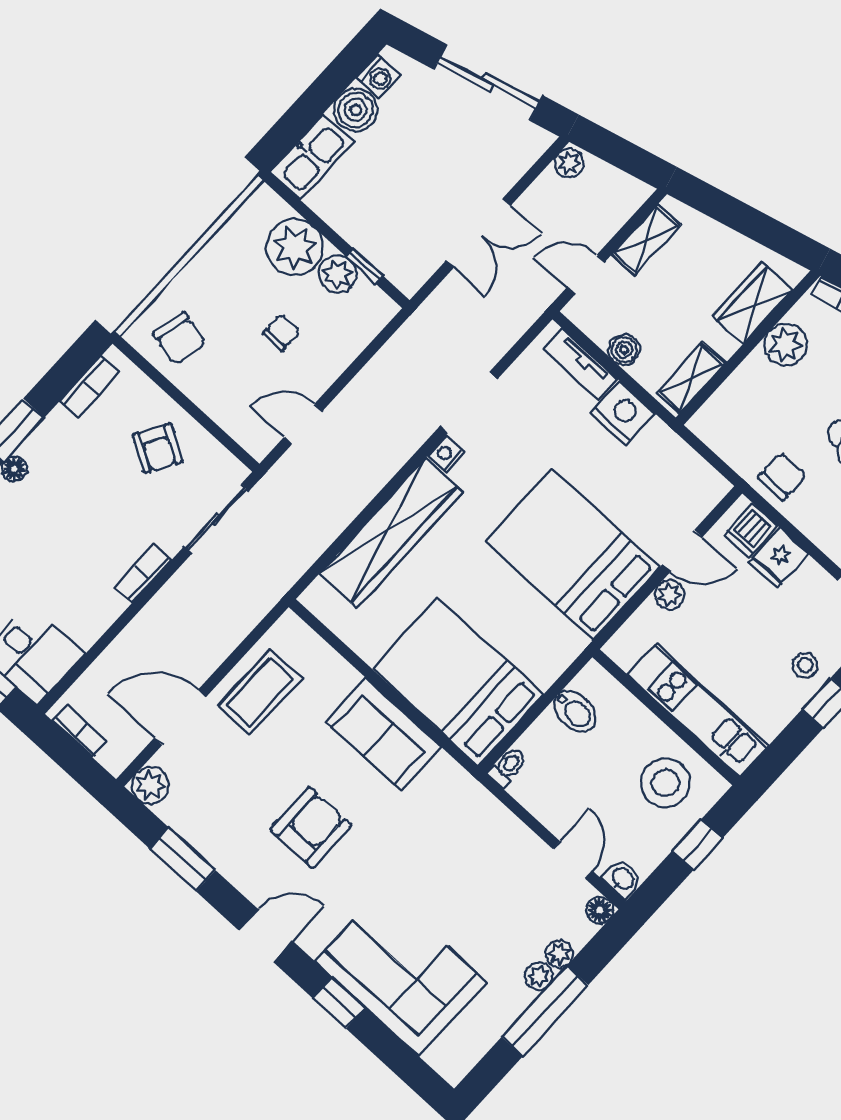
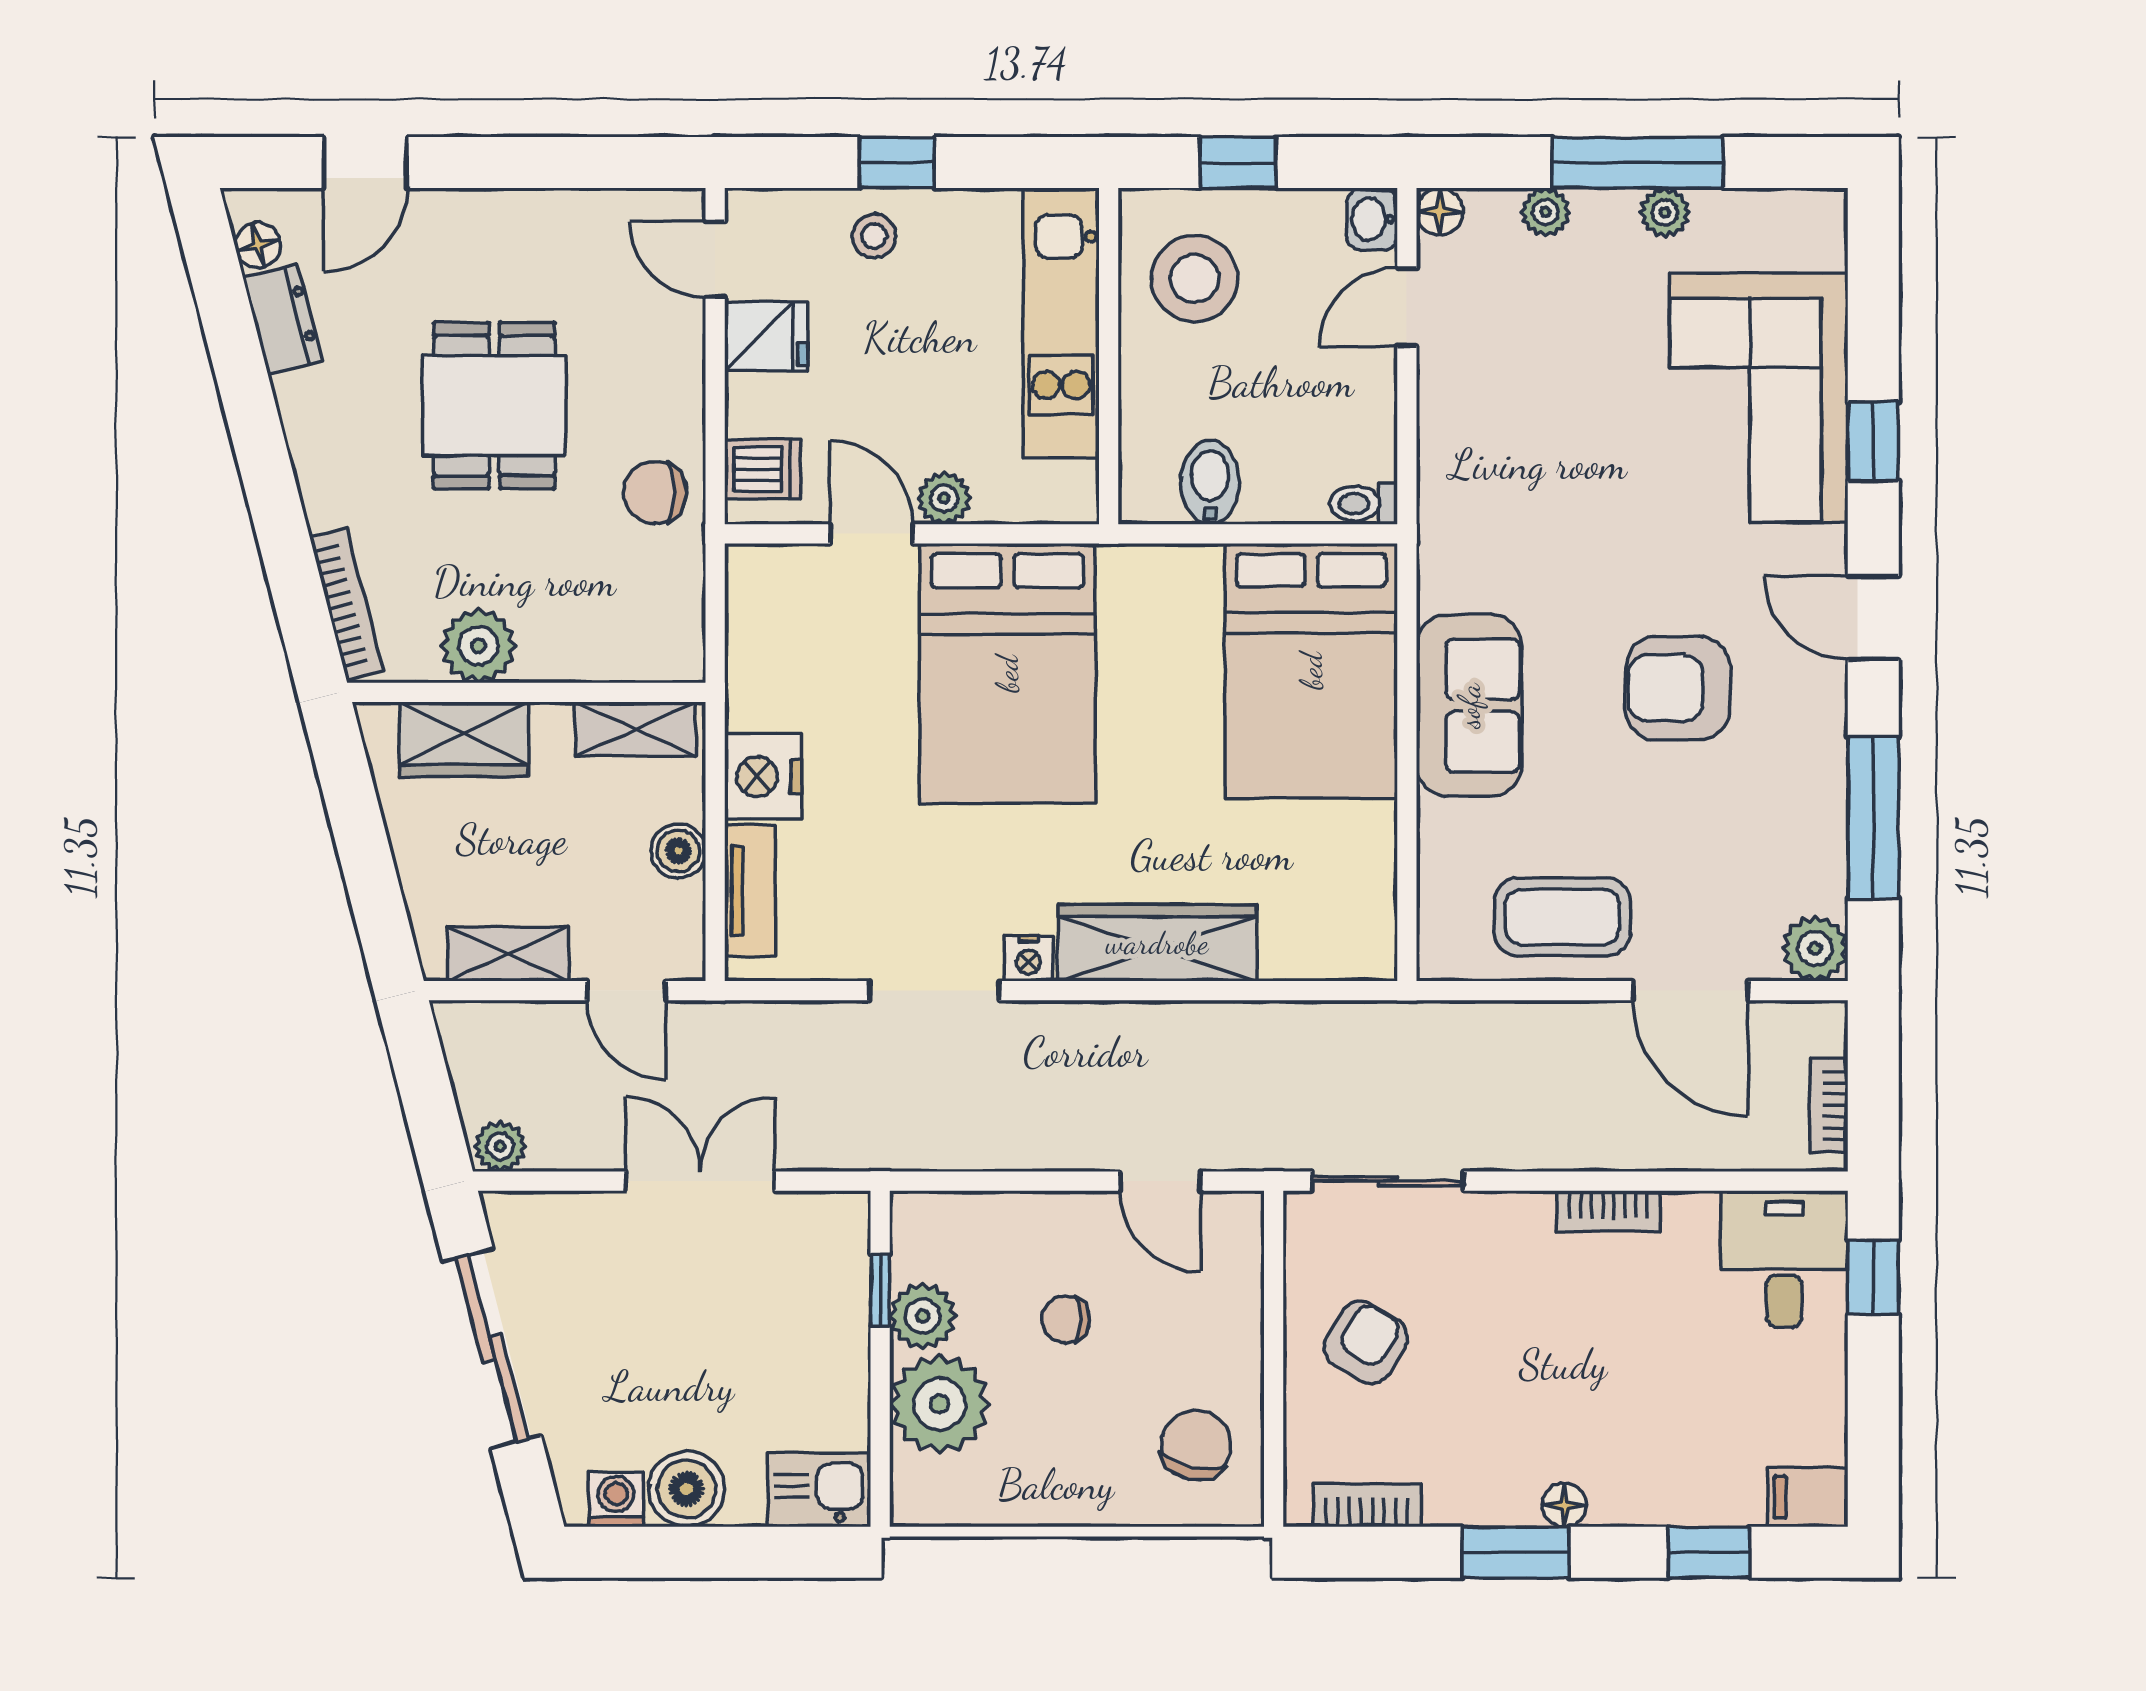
kitchen sink: (312, 157) -> (819, 1490), width x0.73
wardrobe: (391, 533) -> (1157, 943), width x0.71, depth x0.85
fridge: (778, 558) -> (766, 336), moved
bookcase: (143, 574) -> (1608, 1211), moved
window: (183, 859) -> (1873, 818), width x1.44
plant: (539, 976) -> (1665, 212), moved

